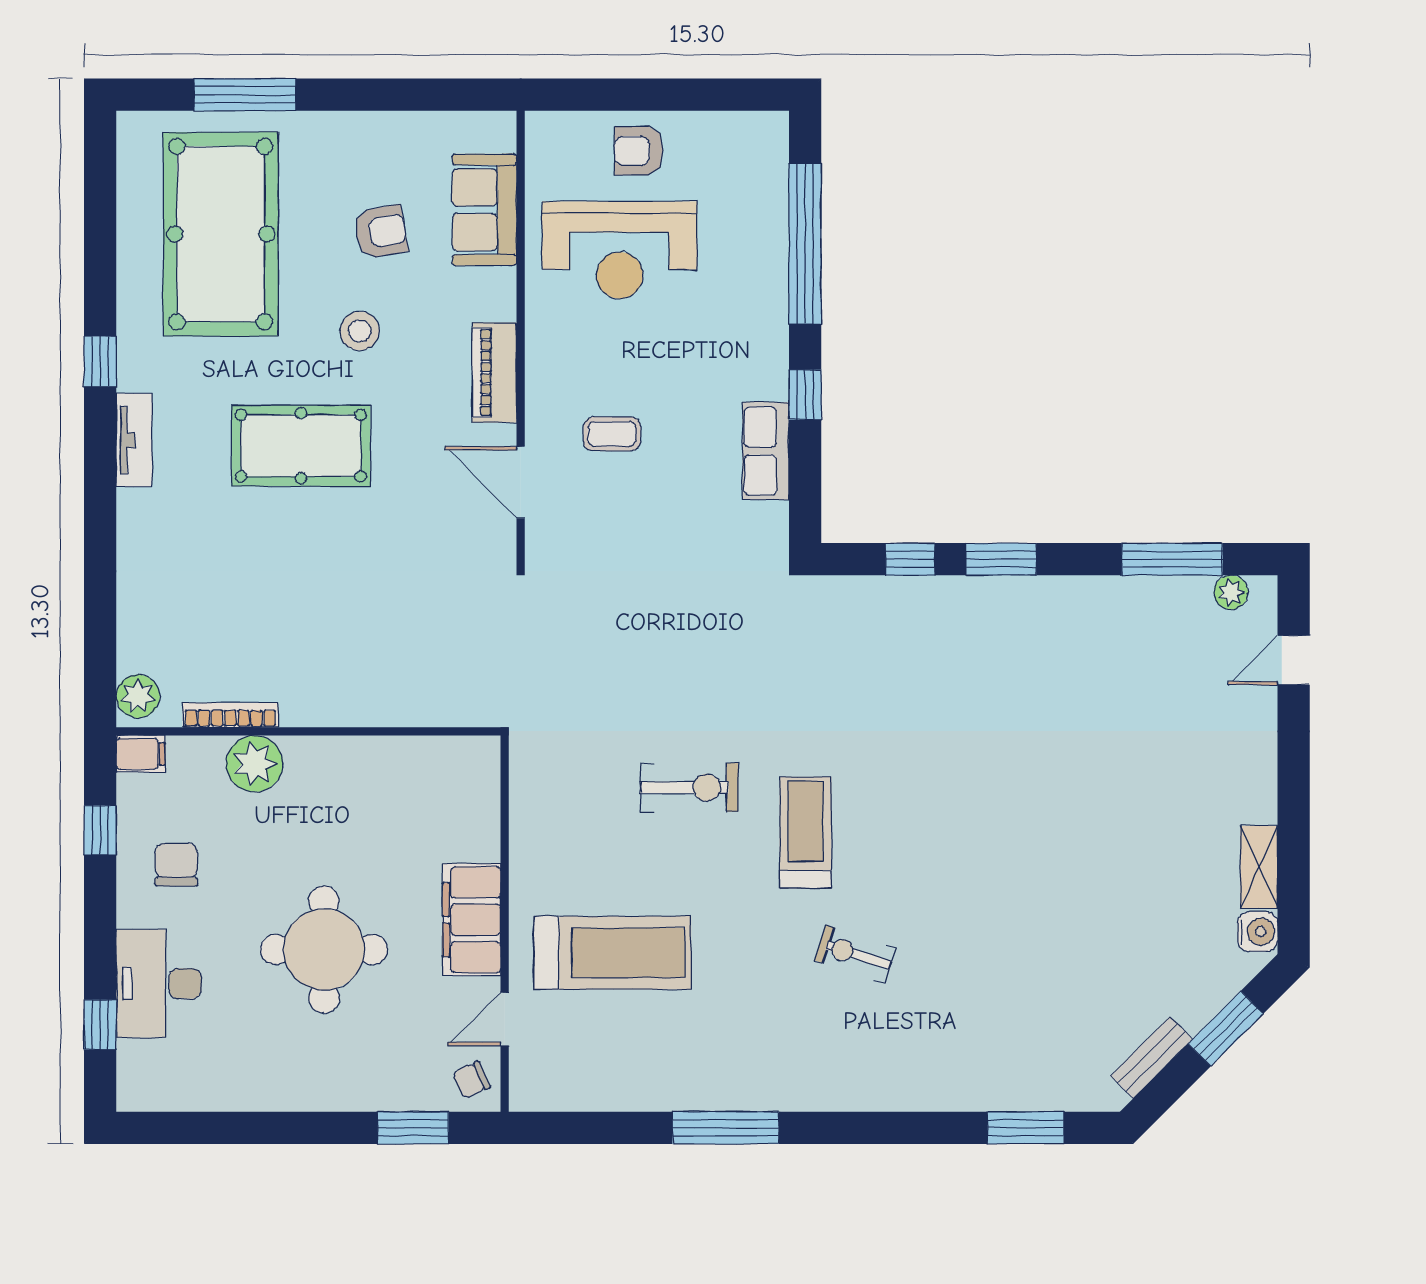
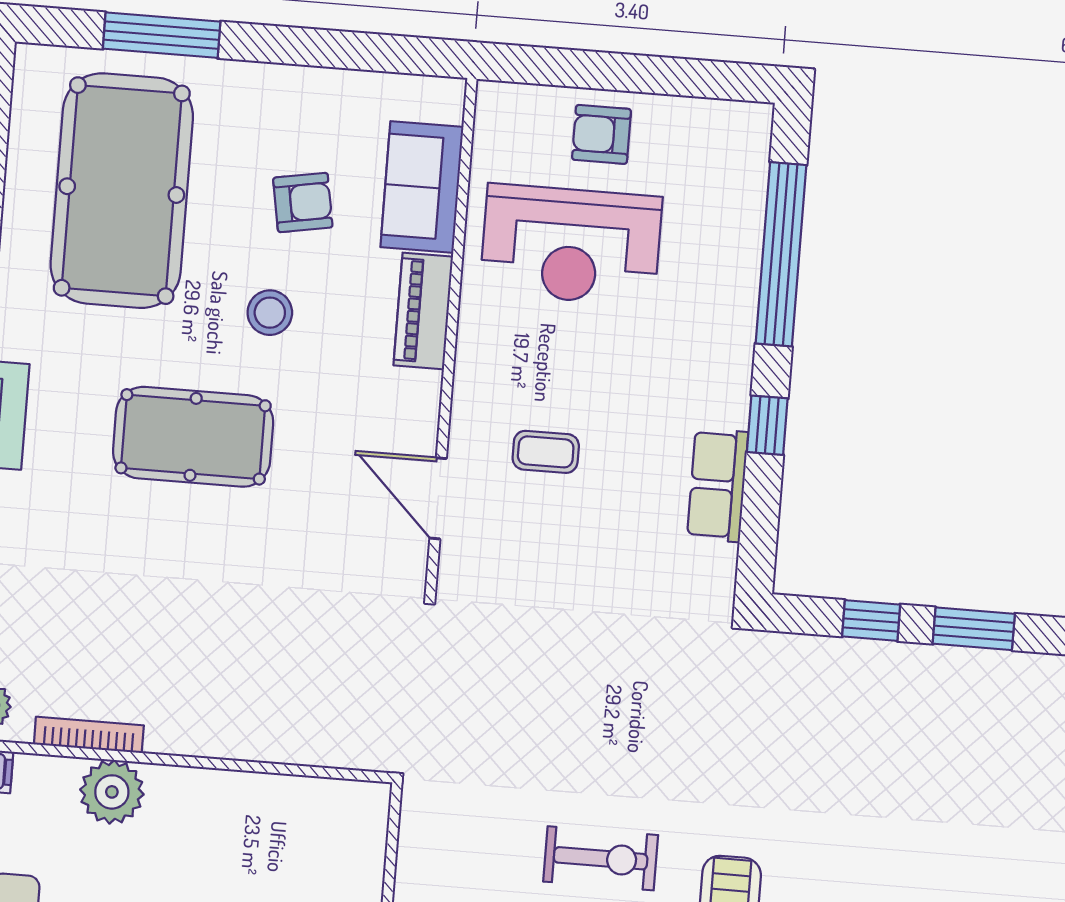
piano: (494, 373) -> (423, 311), moved

